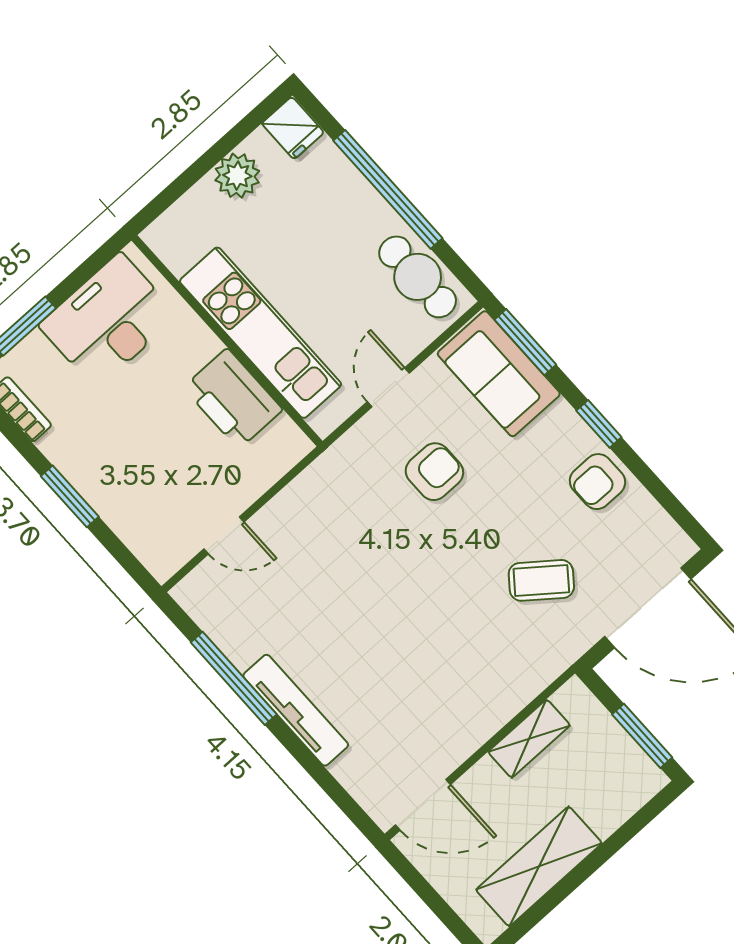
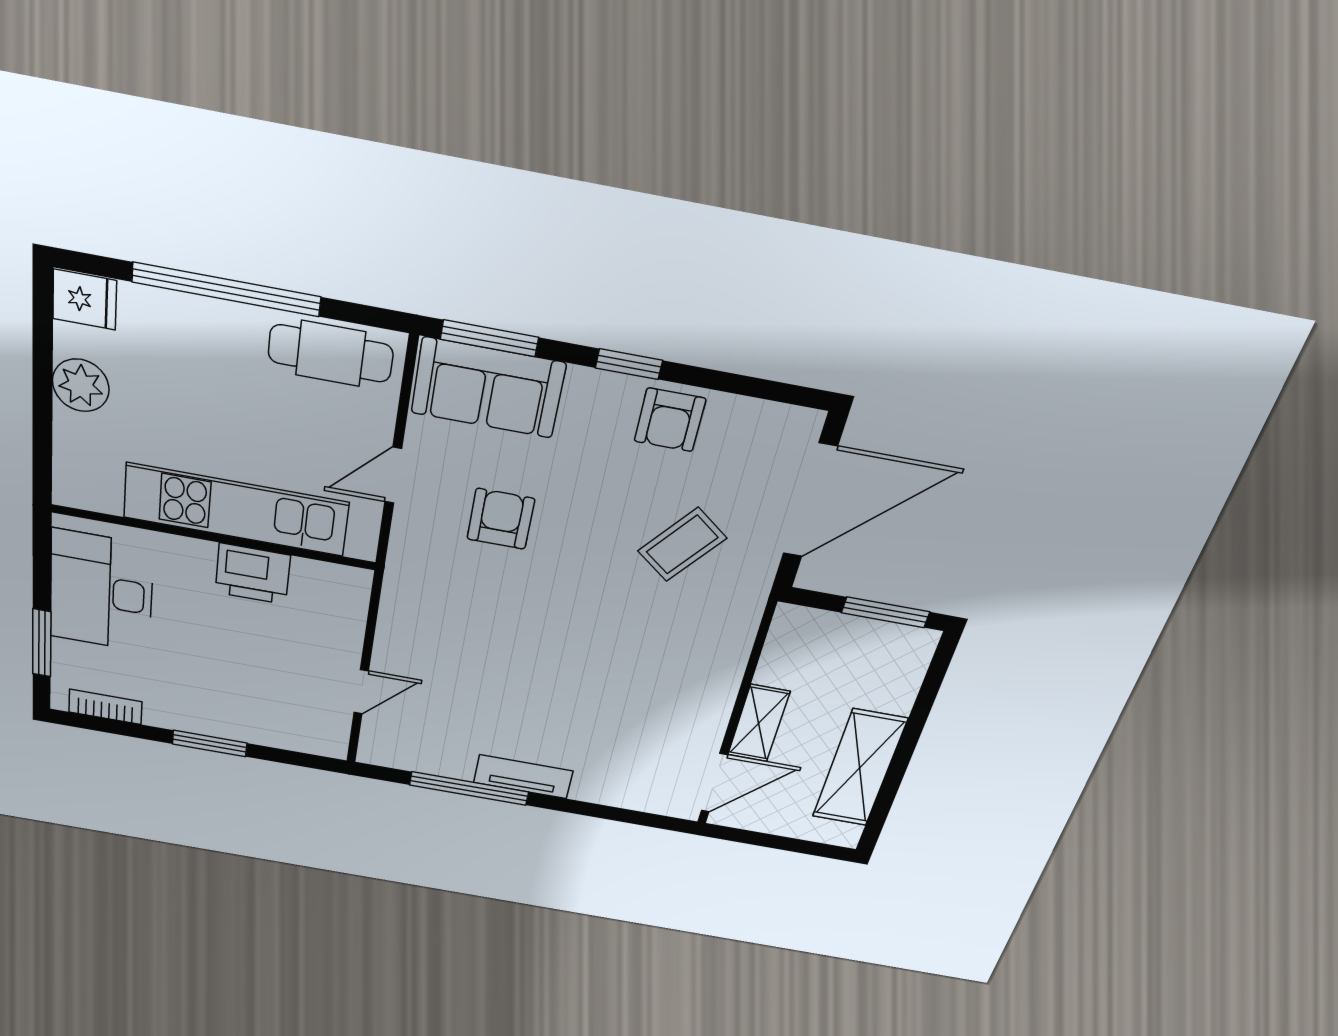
door: (388, 387) -> (393, 475), hinge flipped
printer: (233, 399) -> (253, 574), width x0.73, depth x0.84
tv unit: (296, 710) -> (523, 777), width x0.71
shelving: (529, 739) -> (759, 723), moved

